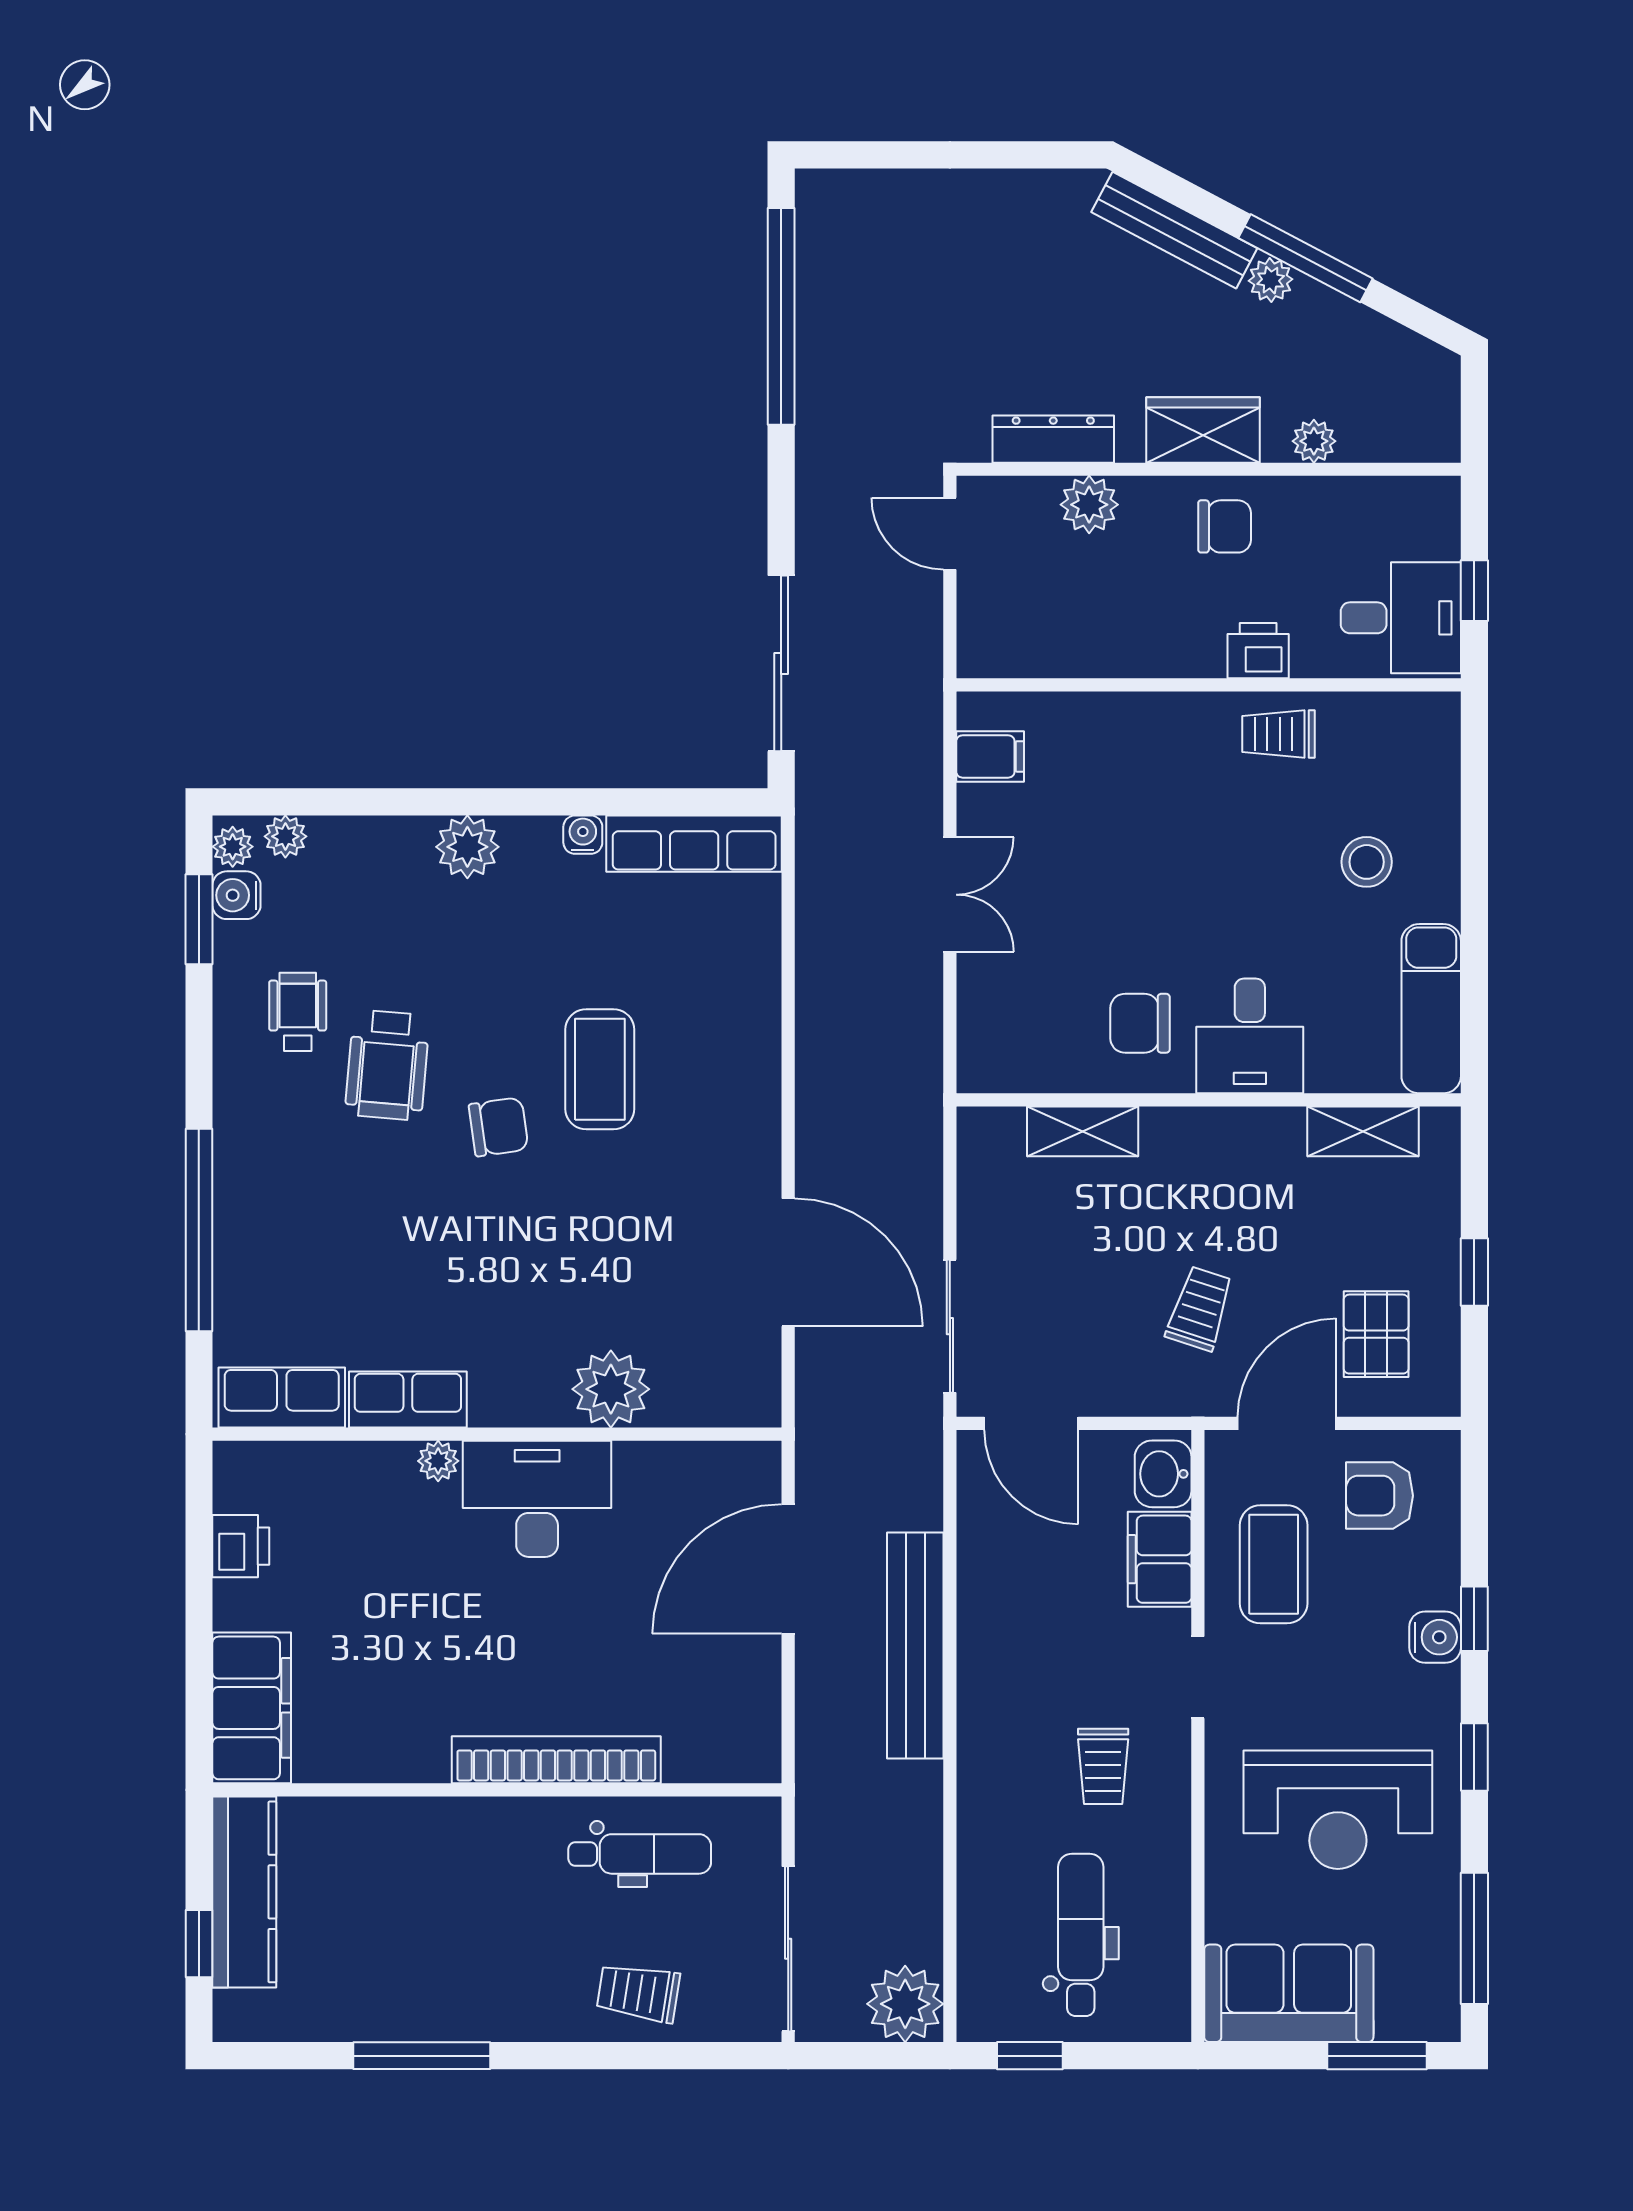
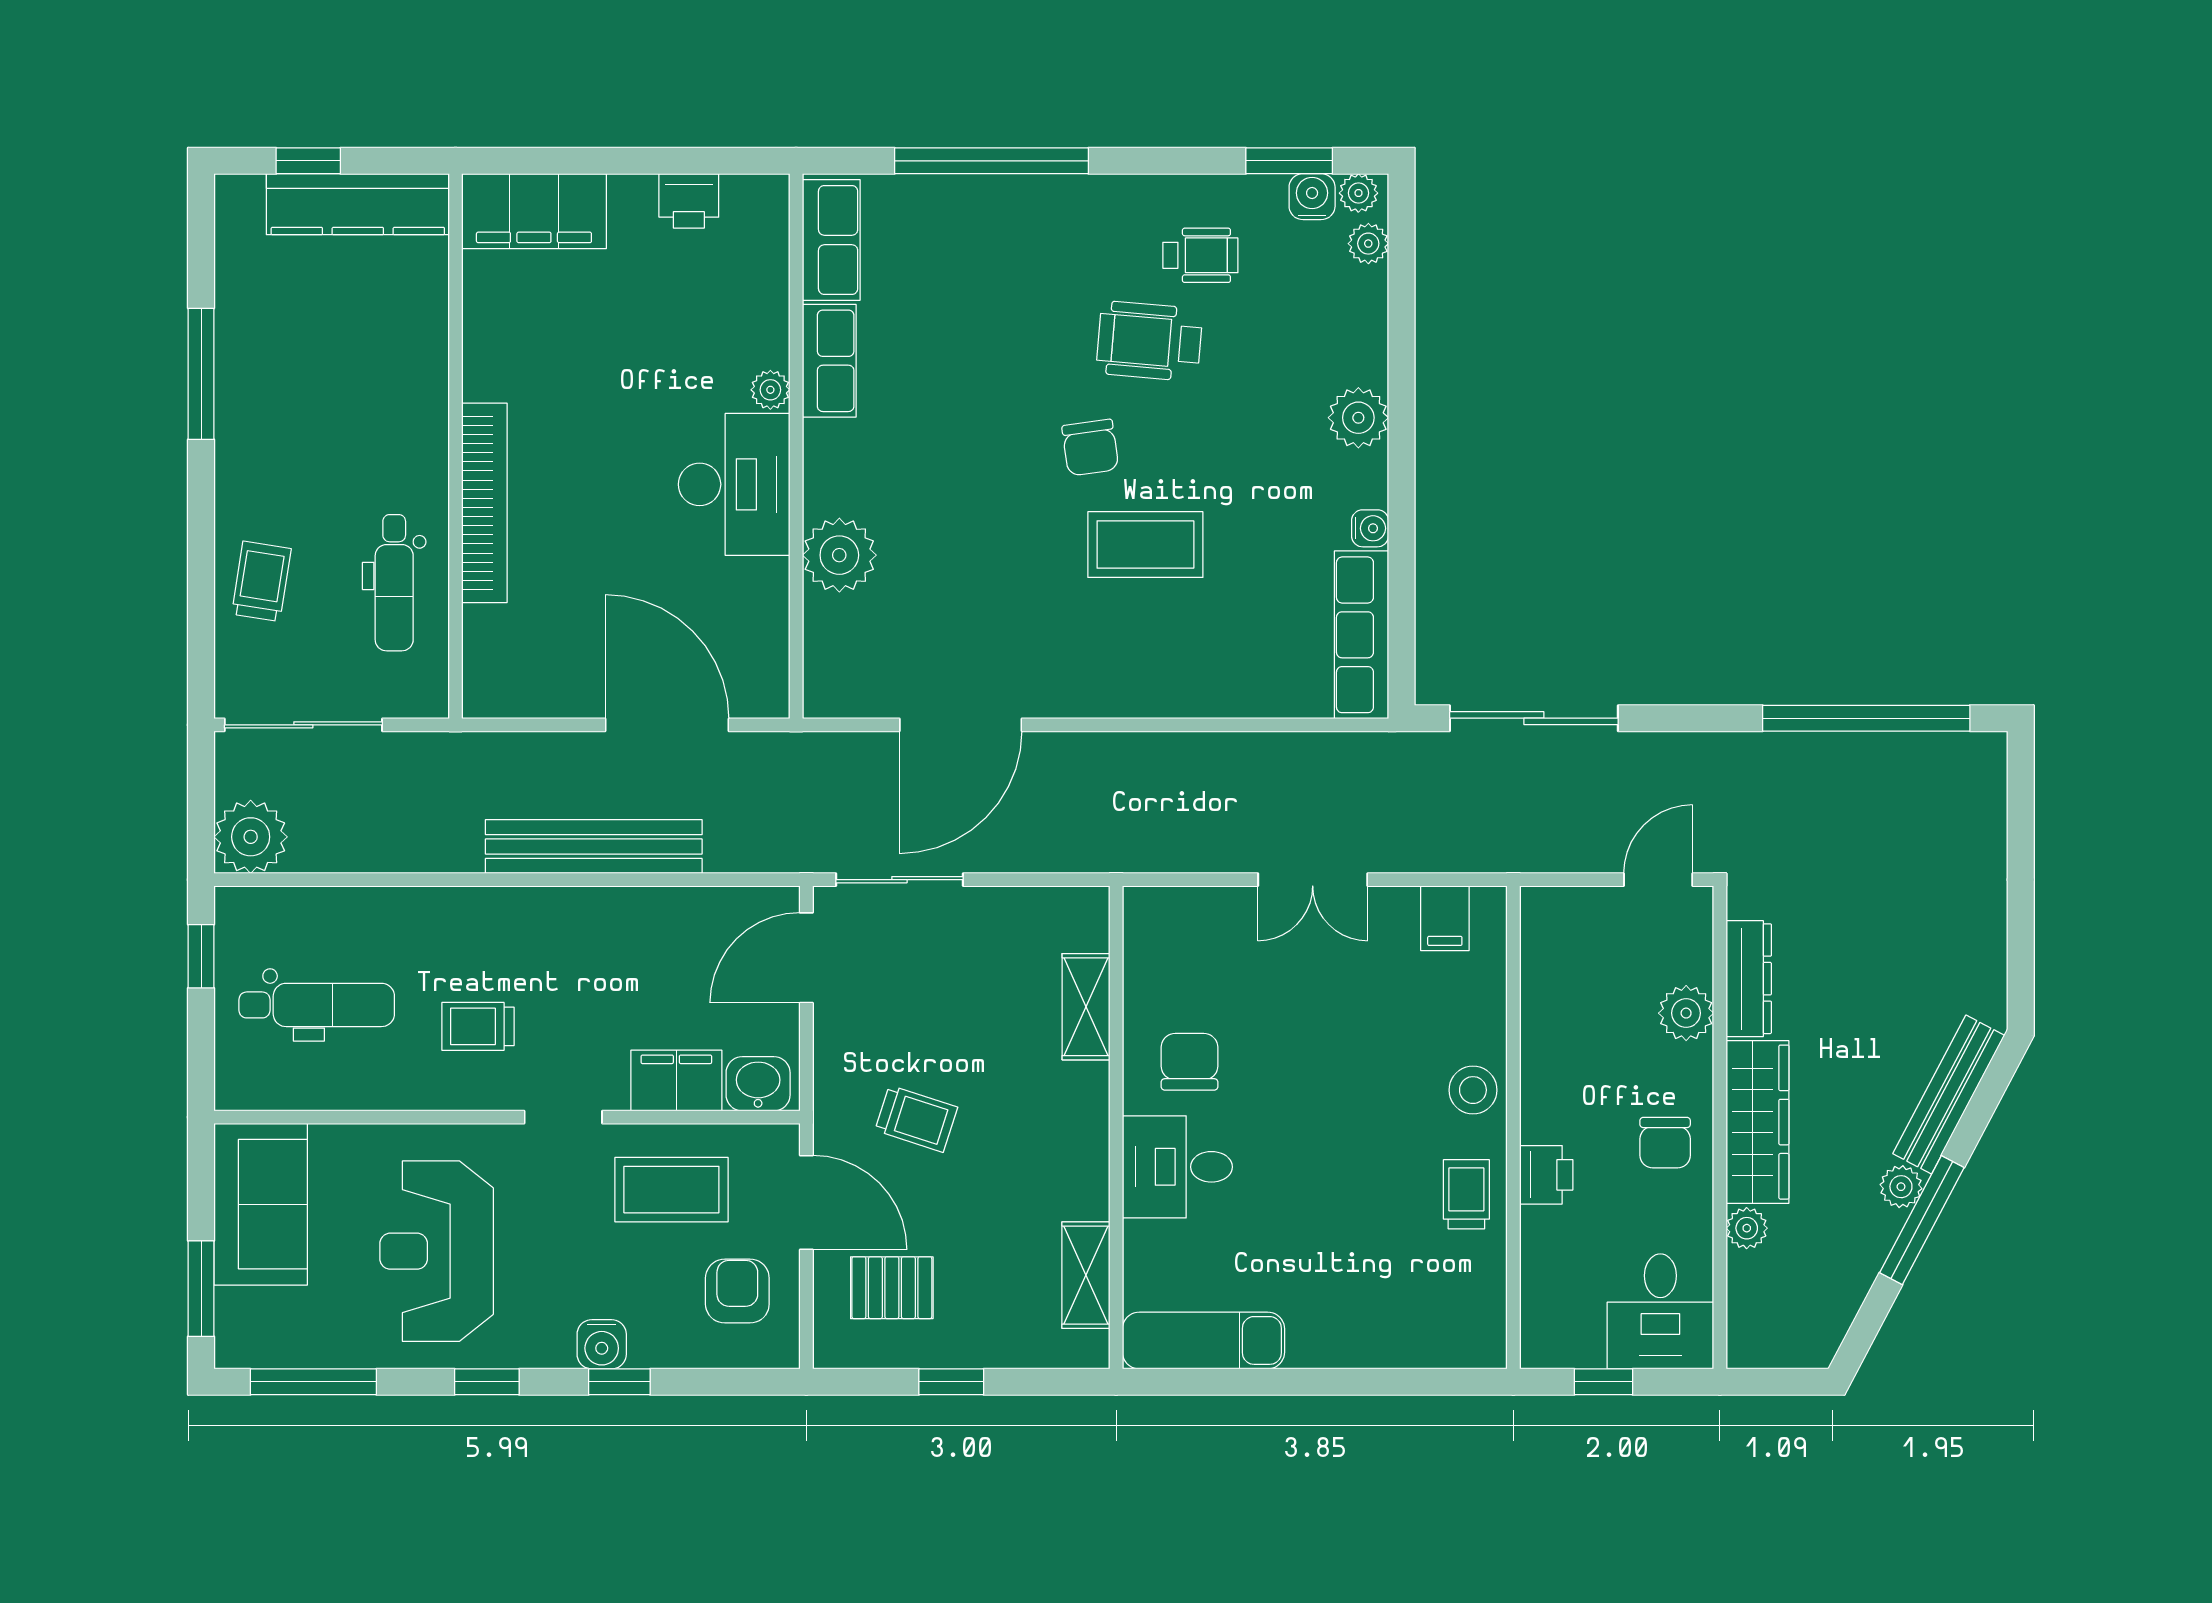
wardrobe: (1203, 430) -> (1757, 1122), width x1.50
desk: (1401, 618) -> (1660, 1311), moved
stool: (1367, 862) -> (1473, 1090), moved

